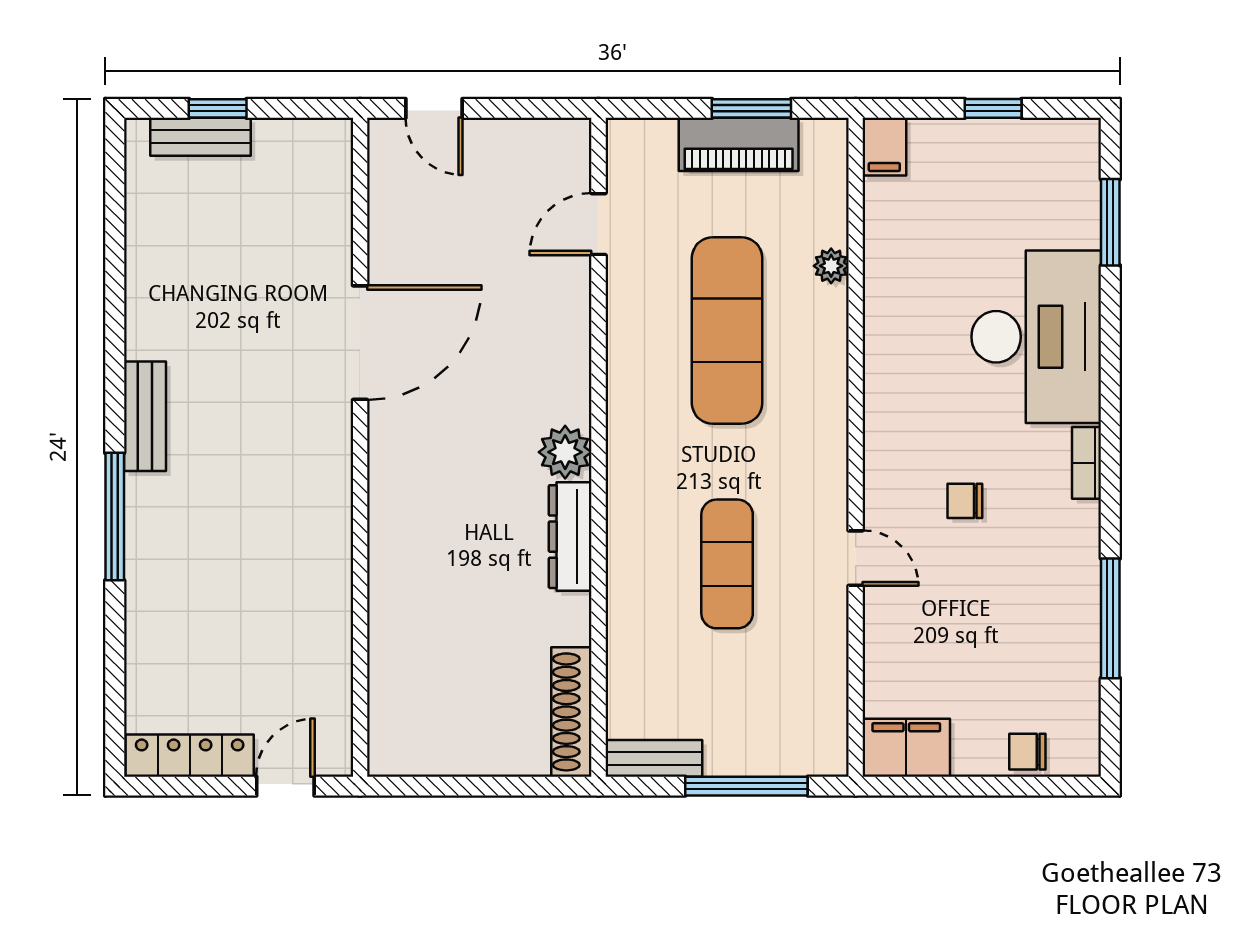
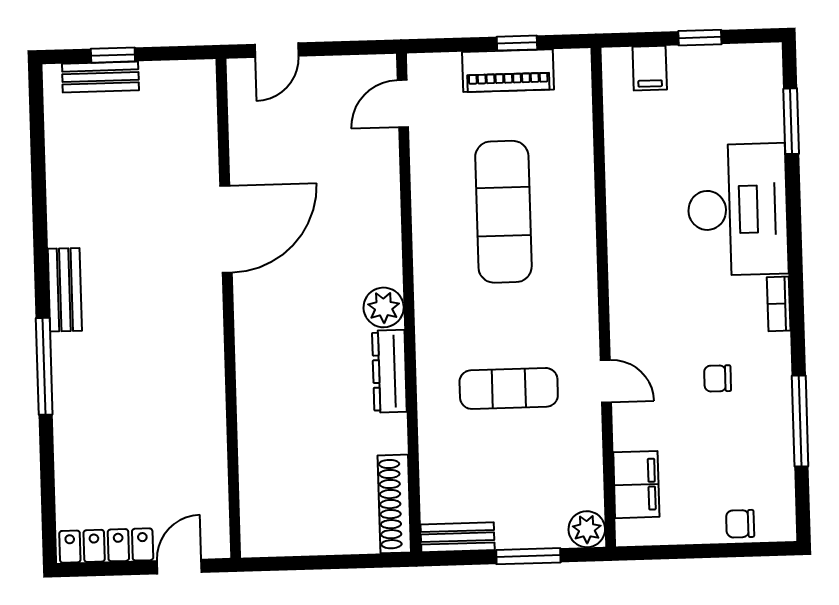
door: (434, 108) -> (277, 50), hinge flipped
window: (751, 108) -> (517, 43), width x0.67
filing cabinet: (884, 147) -> (650, 68), moved
door: (598, 224) -> (403, 104), moved
plant: (831, 266) -> (587, 529), moved, width x1.38, depth x1.38
chair: (965, 501) -> (718, 378), moved
exercise mat: (727, 564) -> (509, 388), turned 90
filing cabinet: (906, 748) -> (636, 485), moved, turned 90
window: (746, 786) -> (528, 556), width x0.69

